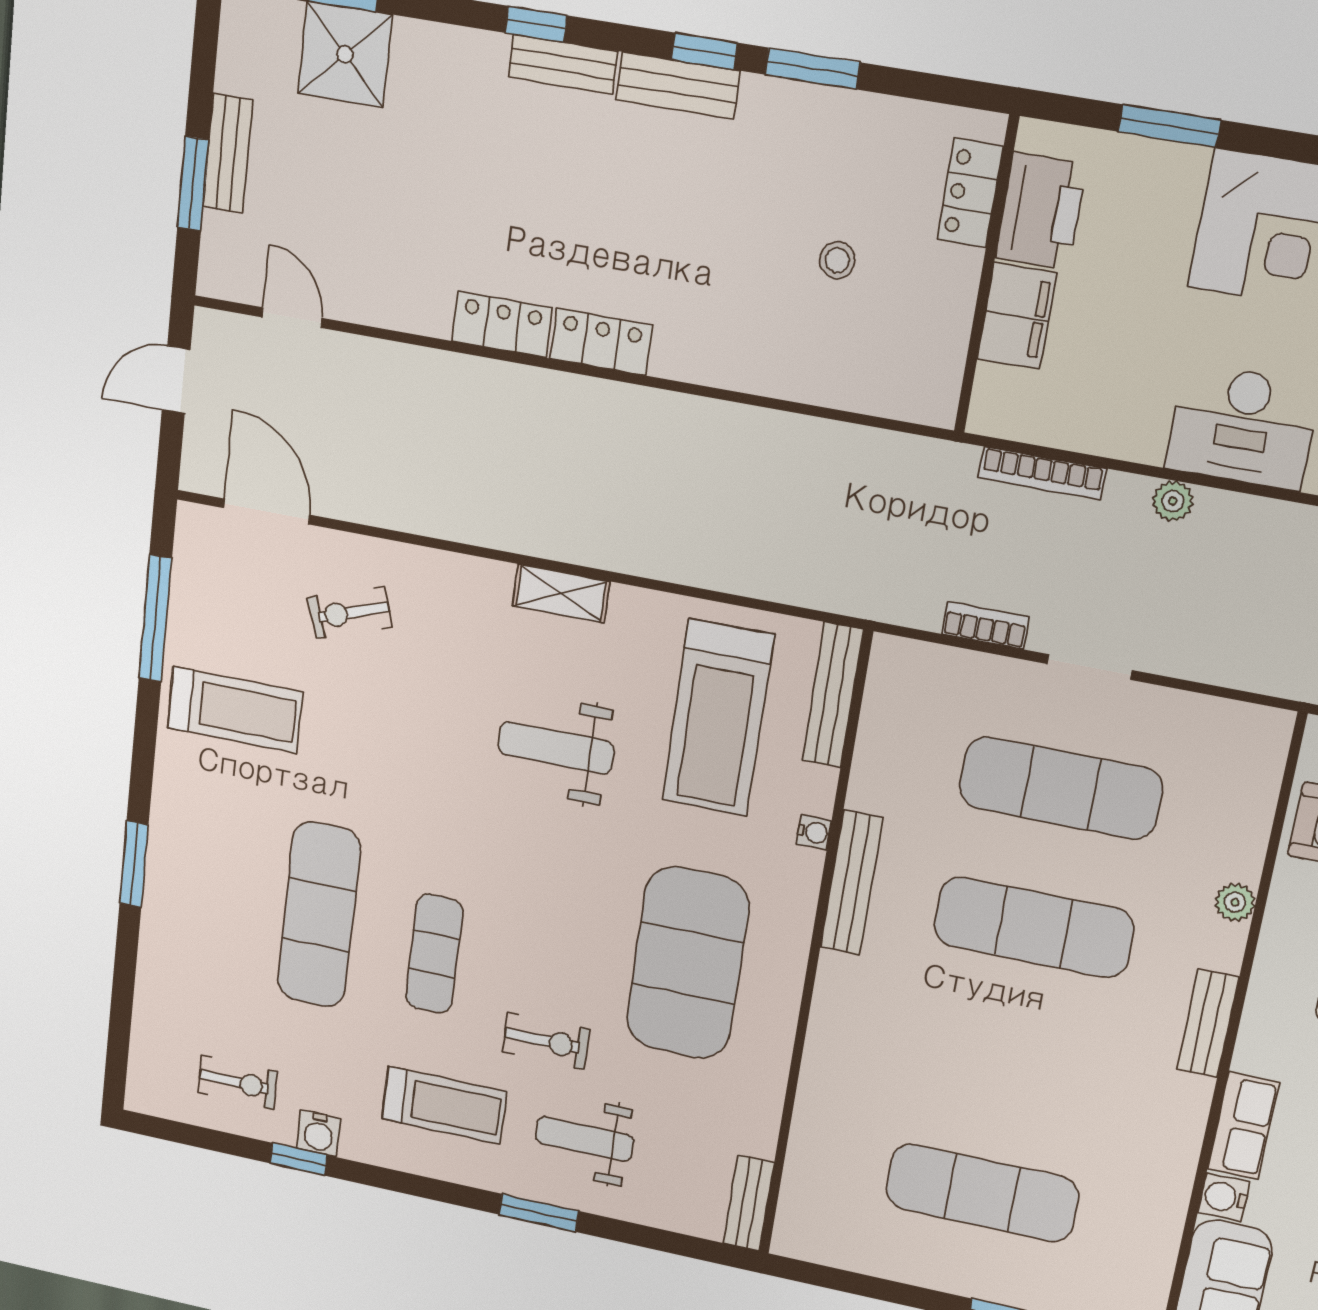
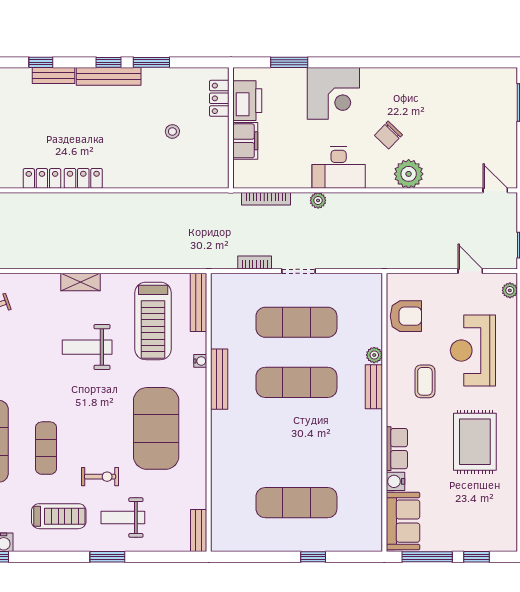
bench: (678, 85) -> (109, 76), width x1.36
bench: (1208, 1023) -> (374, 387), moved

